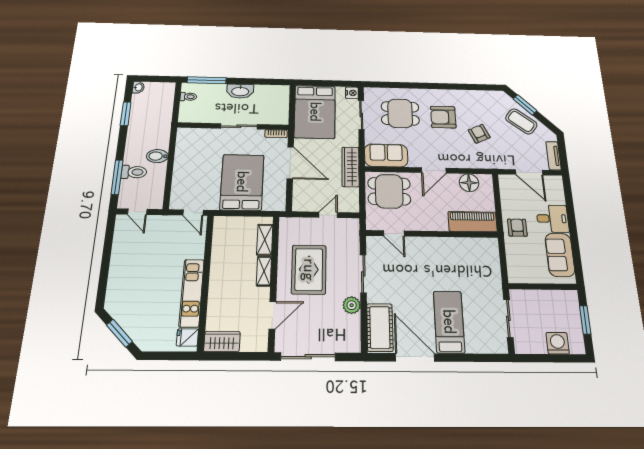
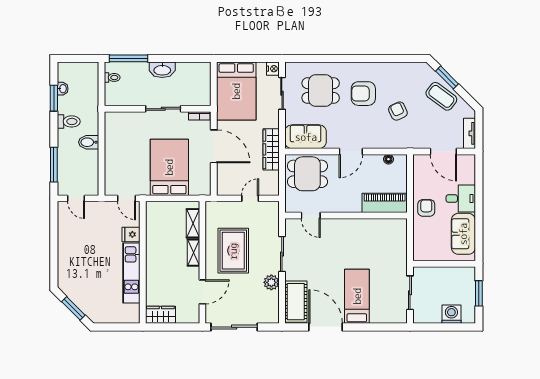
washbasin: (138, 87) -> (63, 89), moved
toilet: (134, 172) -> (69, 121), moved
floor lamp: (469, 183) -> (388, 159), width x0.53, depth x0.53
fridge: (187, 337) -> (131, 234), moved

